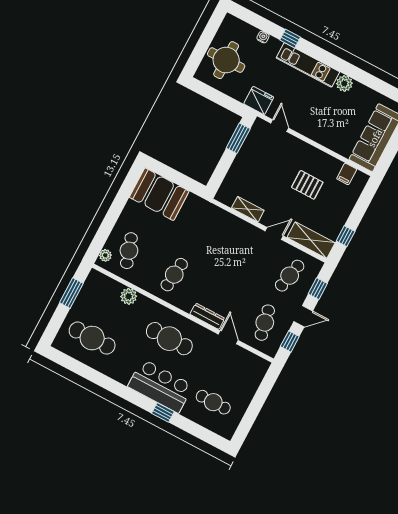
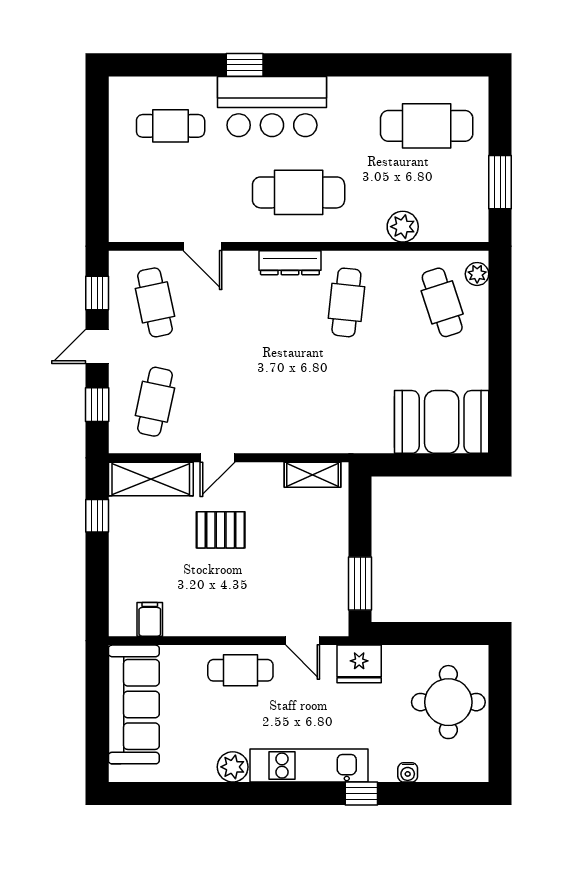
cafe table: (316, 127) -> (240, 670), added
pallet: (307, 185) -> (221, 530), moved
shelving: (248, 209) -> (312, 475), moved
dresser: (207, 316) -> (290, 263), moved

